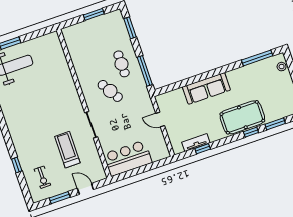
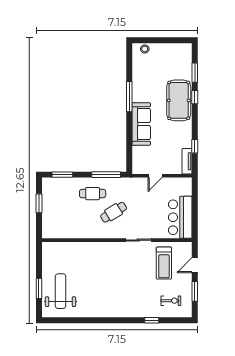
window: (257, 58) -> (129, 97), moved
tv unit: (196, 143) -> (187, 161), moved
treadmill: (67, 150) -> (164, 263), moved, turned -90

